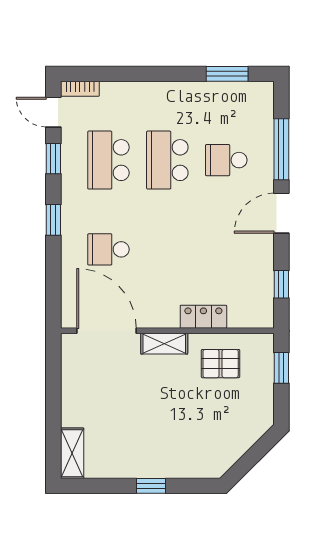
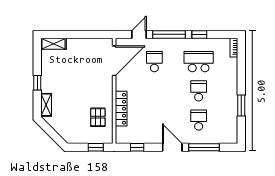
window: (227, 74) -> (241, 105), moved
door: (53, 112) -> (139, 34), moved
school desk: (167, 160) -> (199, 91), width x0.54
window: (53, 220) -> (169, 34), width x2.17
locker: (203, 317) -> (121, 109), width x1.53
shelving: (164, 344) -> (46, 105), moved

